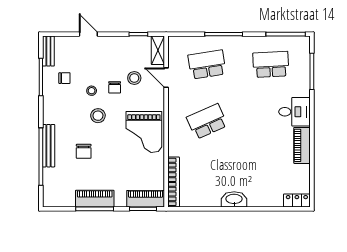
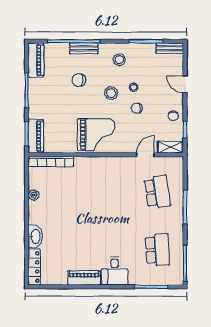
door: (88, 34) -> (185, 84), swing flipped
chair: (64, 78) -> (173, 116), moved
stool: (134, 78) -> (119, 60), moved
school desk: (207, 121) -> (106, 192), removed
grand piano: (144, 132) -> (96, 135), turned 180
bench: (49, 146) -> (84, 48), width x0.73
piano: (95, 199) -> (36, 60), moved
washbasin: (234, 199) -> (35, 236), moved
locker: (297, 200) -> (34, 267), width x1.53
plant: (210, 201) -> (34, 195), added

